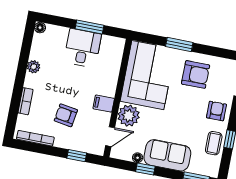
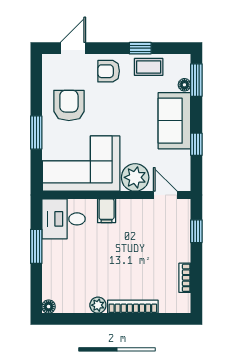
desk: (83, 48) -> (64, 219), moved
bookcase: (26, 101) -> (133, 307), width x1.56
filing cabinet: (104, 104) -> (107, 211), moved
armchair: (66, 115) -> (150, 254), removed
bookcase: (35, 138) -> (185, 278), width x0.64
floor lamp: (138, 158) -> (184, 85), moved

